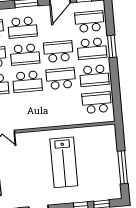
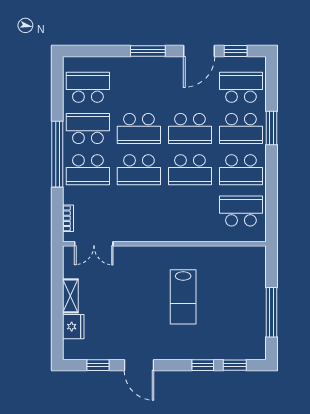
school desk: (23, 28) -> (139, 87), removed
school desk: (58, 52) -> (190, 129), turned 180
school desk: (61, 79) -> (190, 170), turned 180
lab bench: (64, 162) -> (183, 297), width x0.73, depth x0.72

